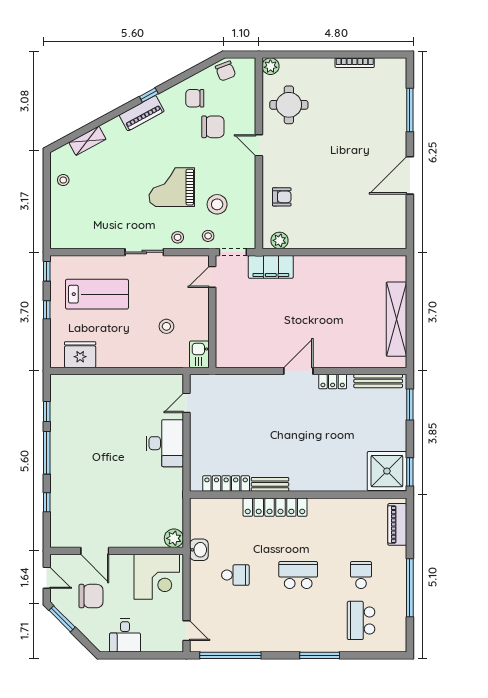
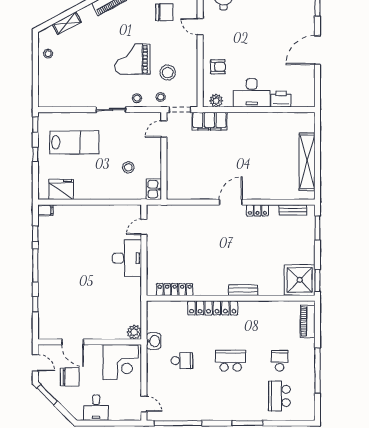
desk: (325, 230) -> (252, 93), added
printer: (363, 238) -> (281, 99), added
bench: (378, 381) -> (293, 210), width x0.73
filing cabinet: (60, 382) -> (45, 210), added
bench: (270, 484) -> (243, 290), moved

